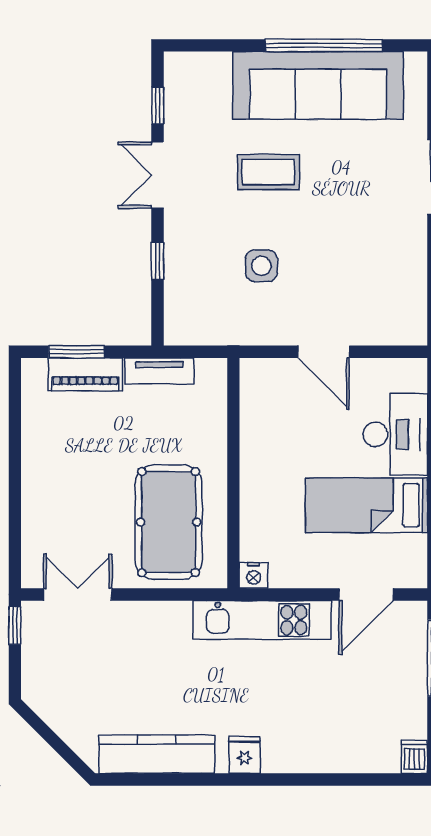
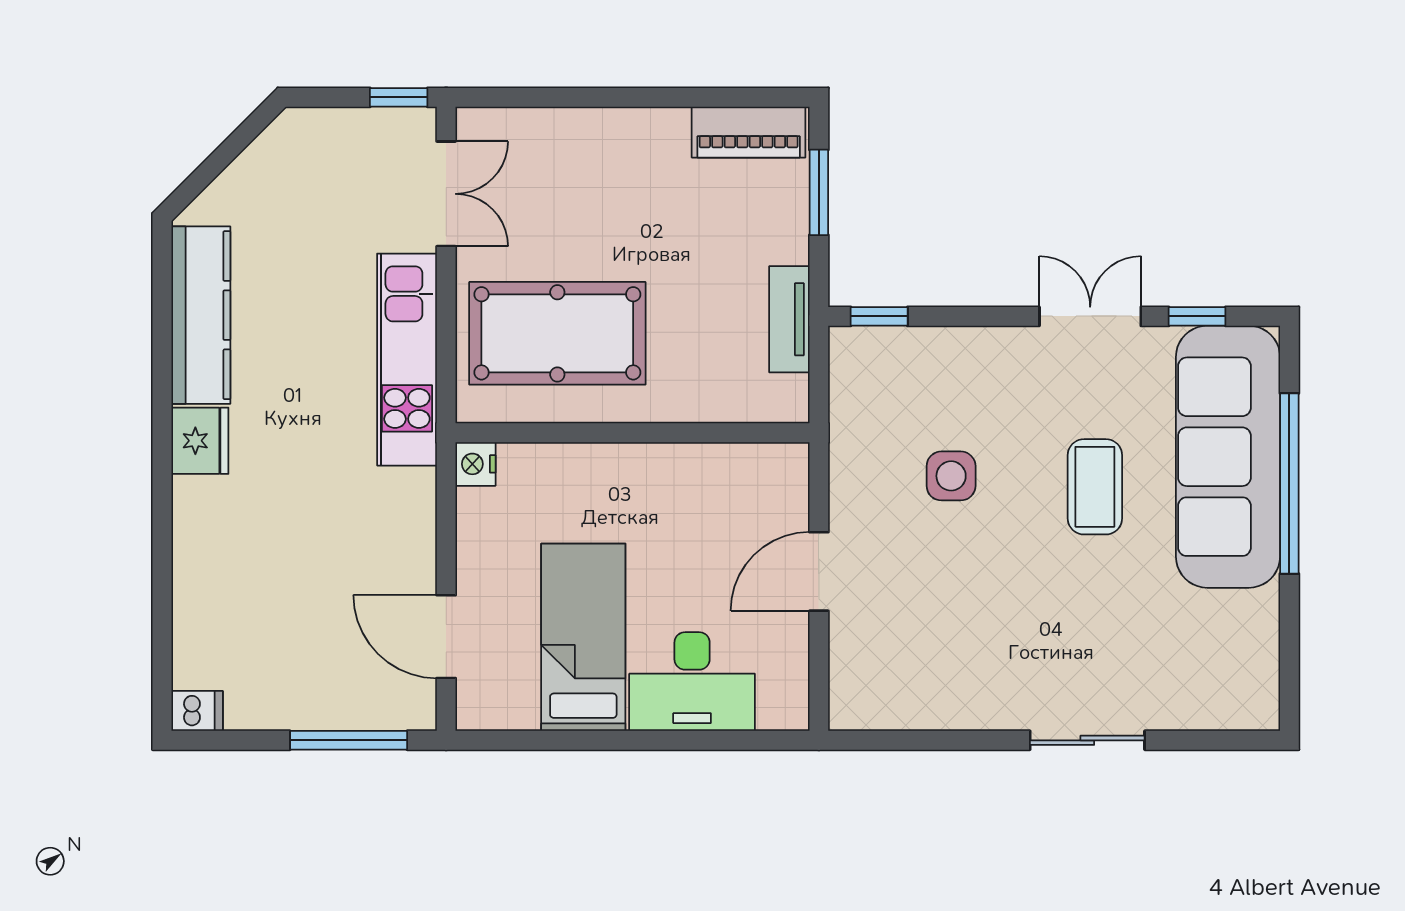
window: (324, 45) -> (1289, 484), moved
sofa: (318, 85) -> (1228, 457), moved
window: (157, 261) -> (879, 316), moved
piano: (85, 374) -> (749, 132), moved, turned -90
kitchen unit: (262, 620) -> (407, 360), moved
fridge: (244, 755) -> (200, 441), width x1.38

